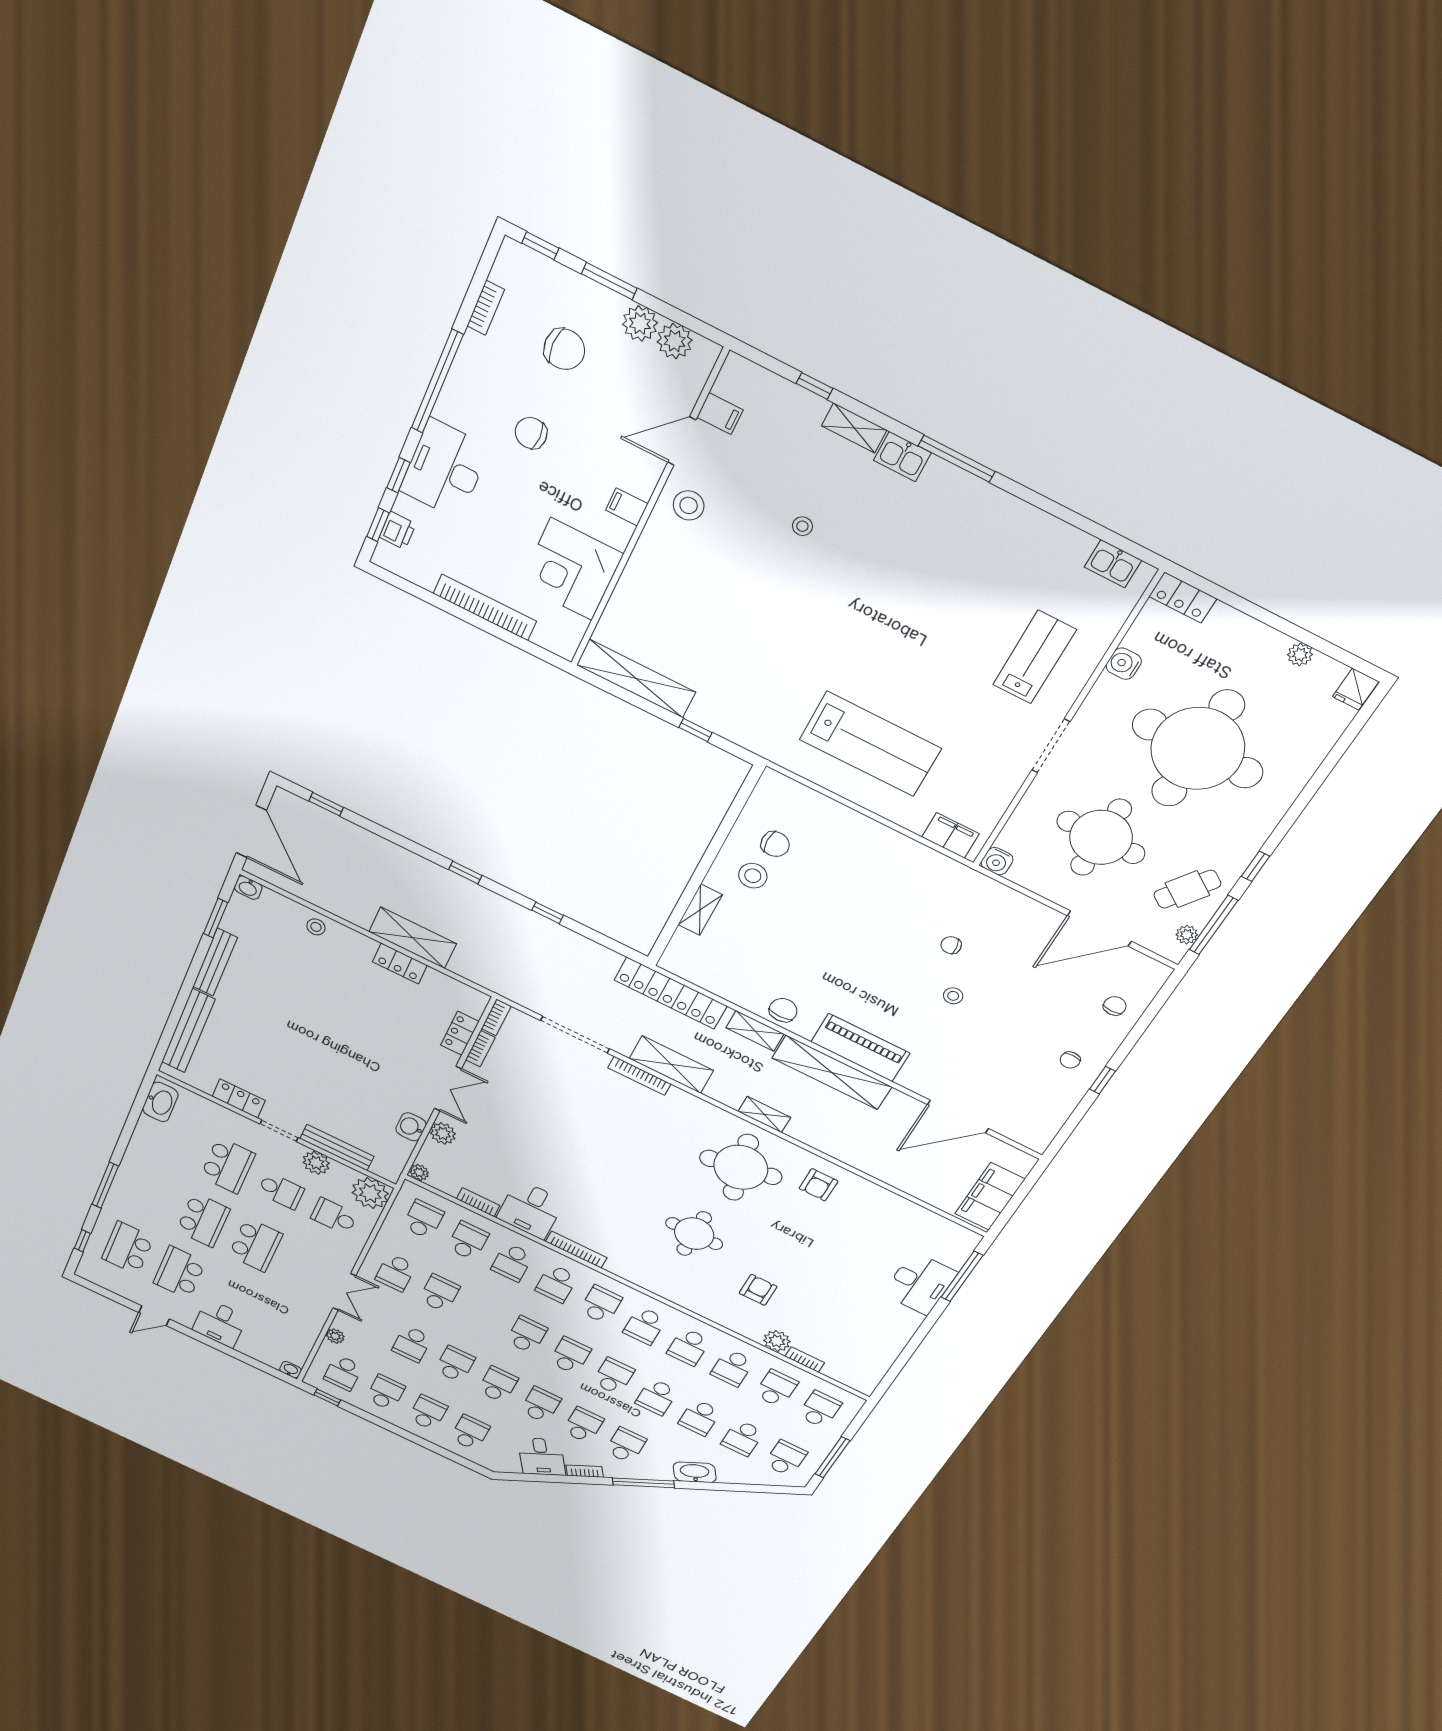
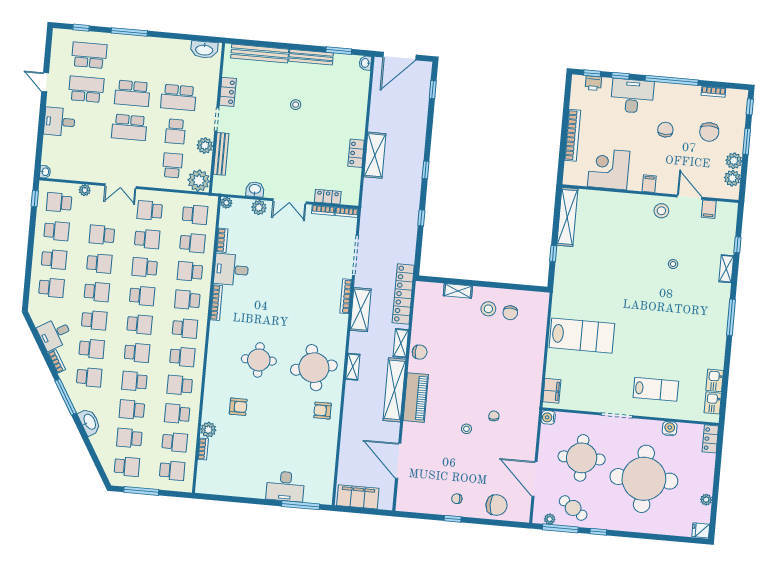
kitchen sink: (902, 457) -> (715, 380), moved
lab bench: (870, 744) -> (582, 336), turned -90
stool: (316, 927) -> (296, 105), moved
chair: (1115, 1006) -> (497, 505), width x1.87, depth x1.87
school desk: (483, 1314) -> (145, 267), added
school desk: (645, 1326) -> (182, 357), turned 180

